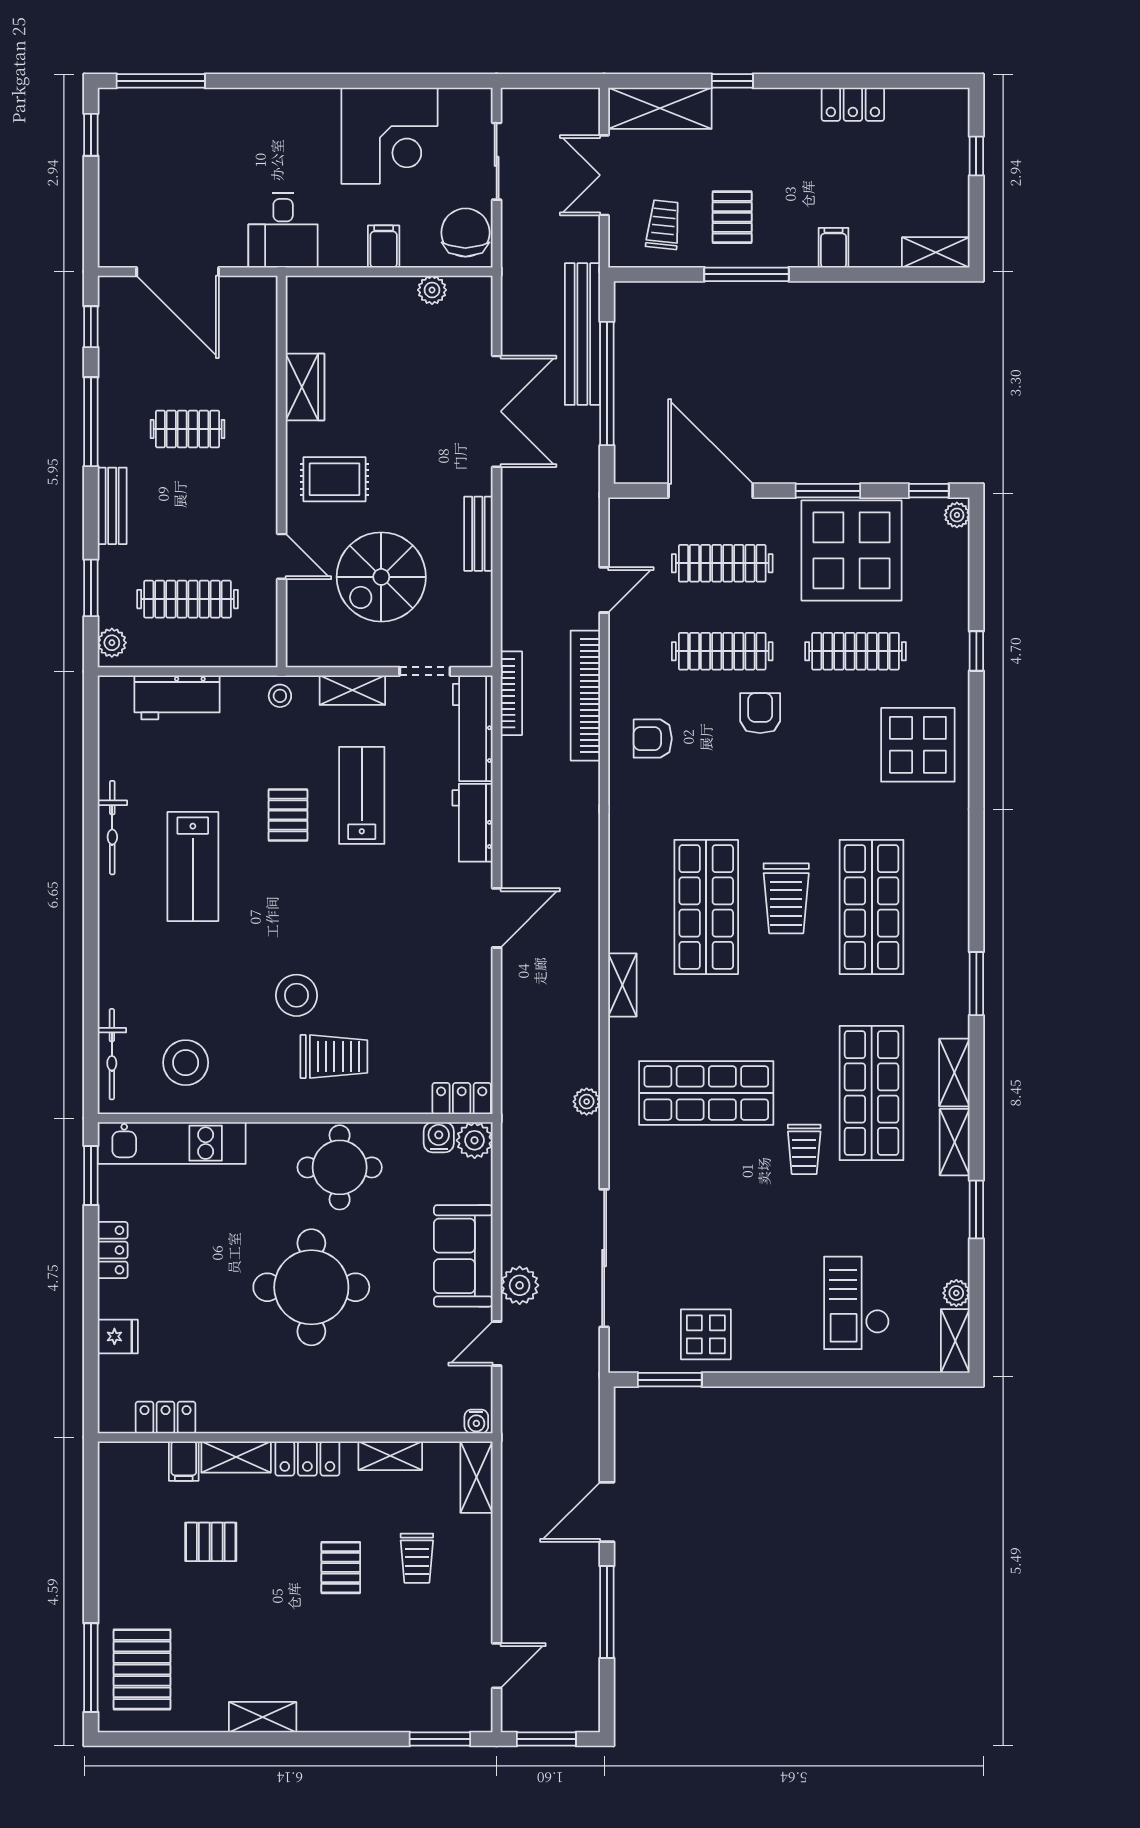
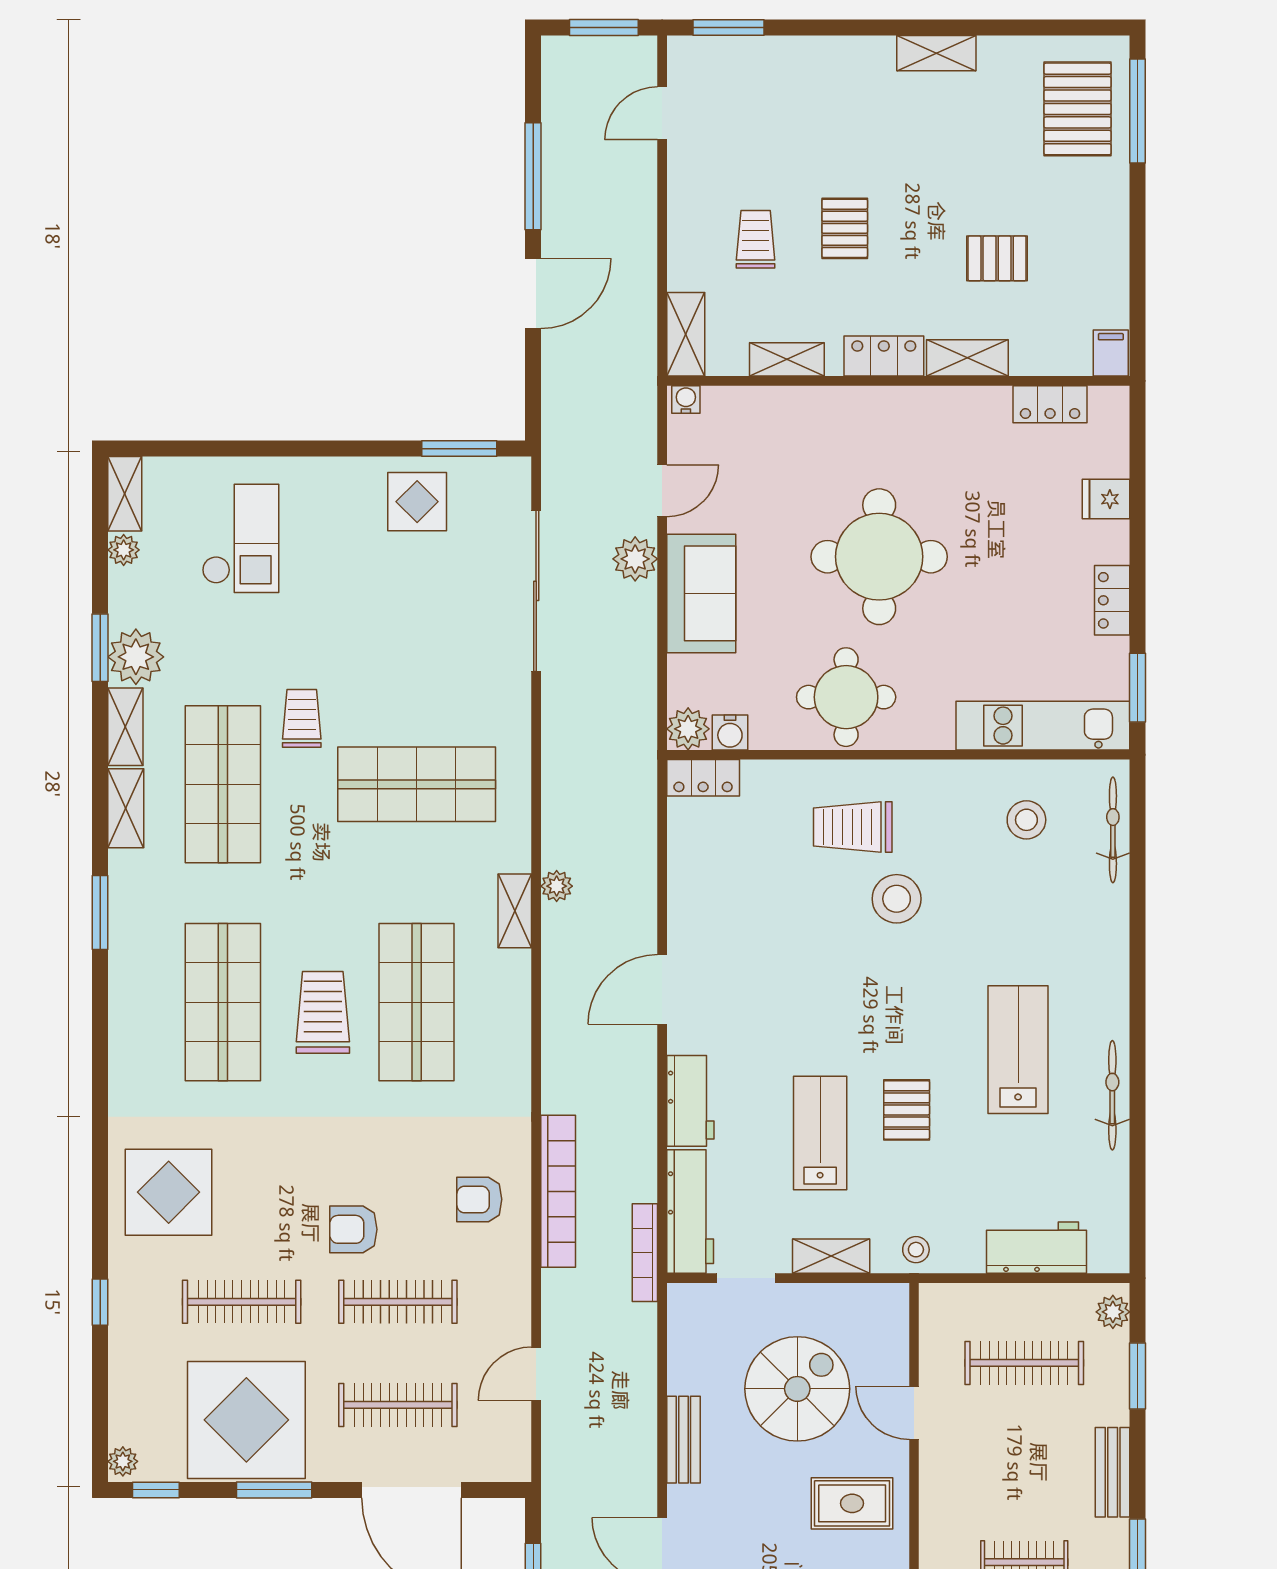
bookcase: (585, 696) -> (558, 1191), moved
armchair: (760, 713) -> (353, 1229), turned 90
armchair: (653, 739) -> (479, 1199), turned 180
lab bench: (362, 795) -> (820, 1133), turned 180
stool: (186, 1063) -> (1026, 820), width x0.73, depth x0.73
plant: (587, 1102) -> (557, 886), moved
plant: (946, 1202) -> (136, 657), added
filing cabinet: (184, 1461) -> (1111, 353), moved

